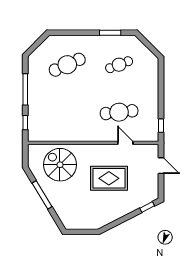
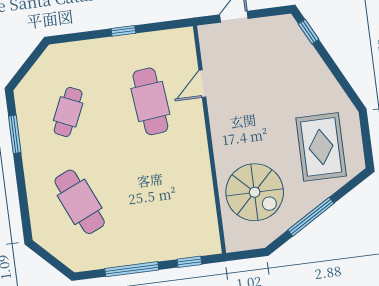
cafe table: (119, 65) -> (68, 112), turned 45
window: (161, 126) -> (123, 31), moved
spiral stairs: (60, 165) -> (255, 192), turned -90
rug: (109, 178) -> (321, 147), moved

